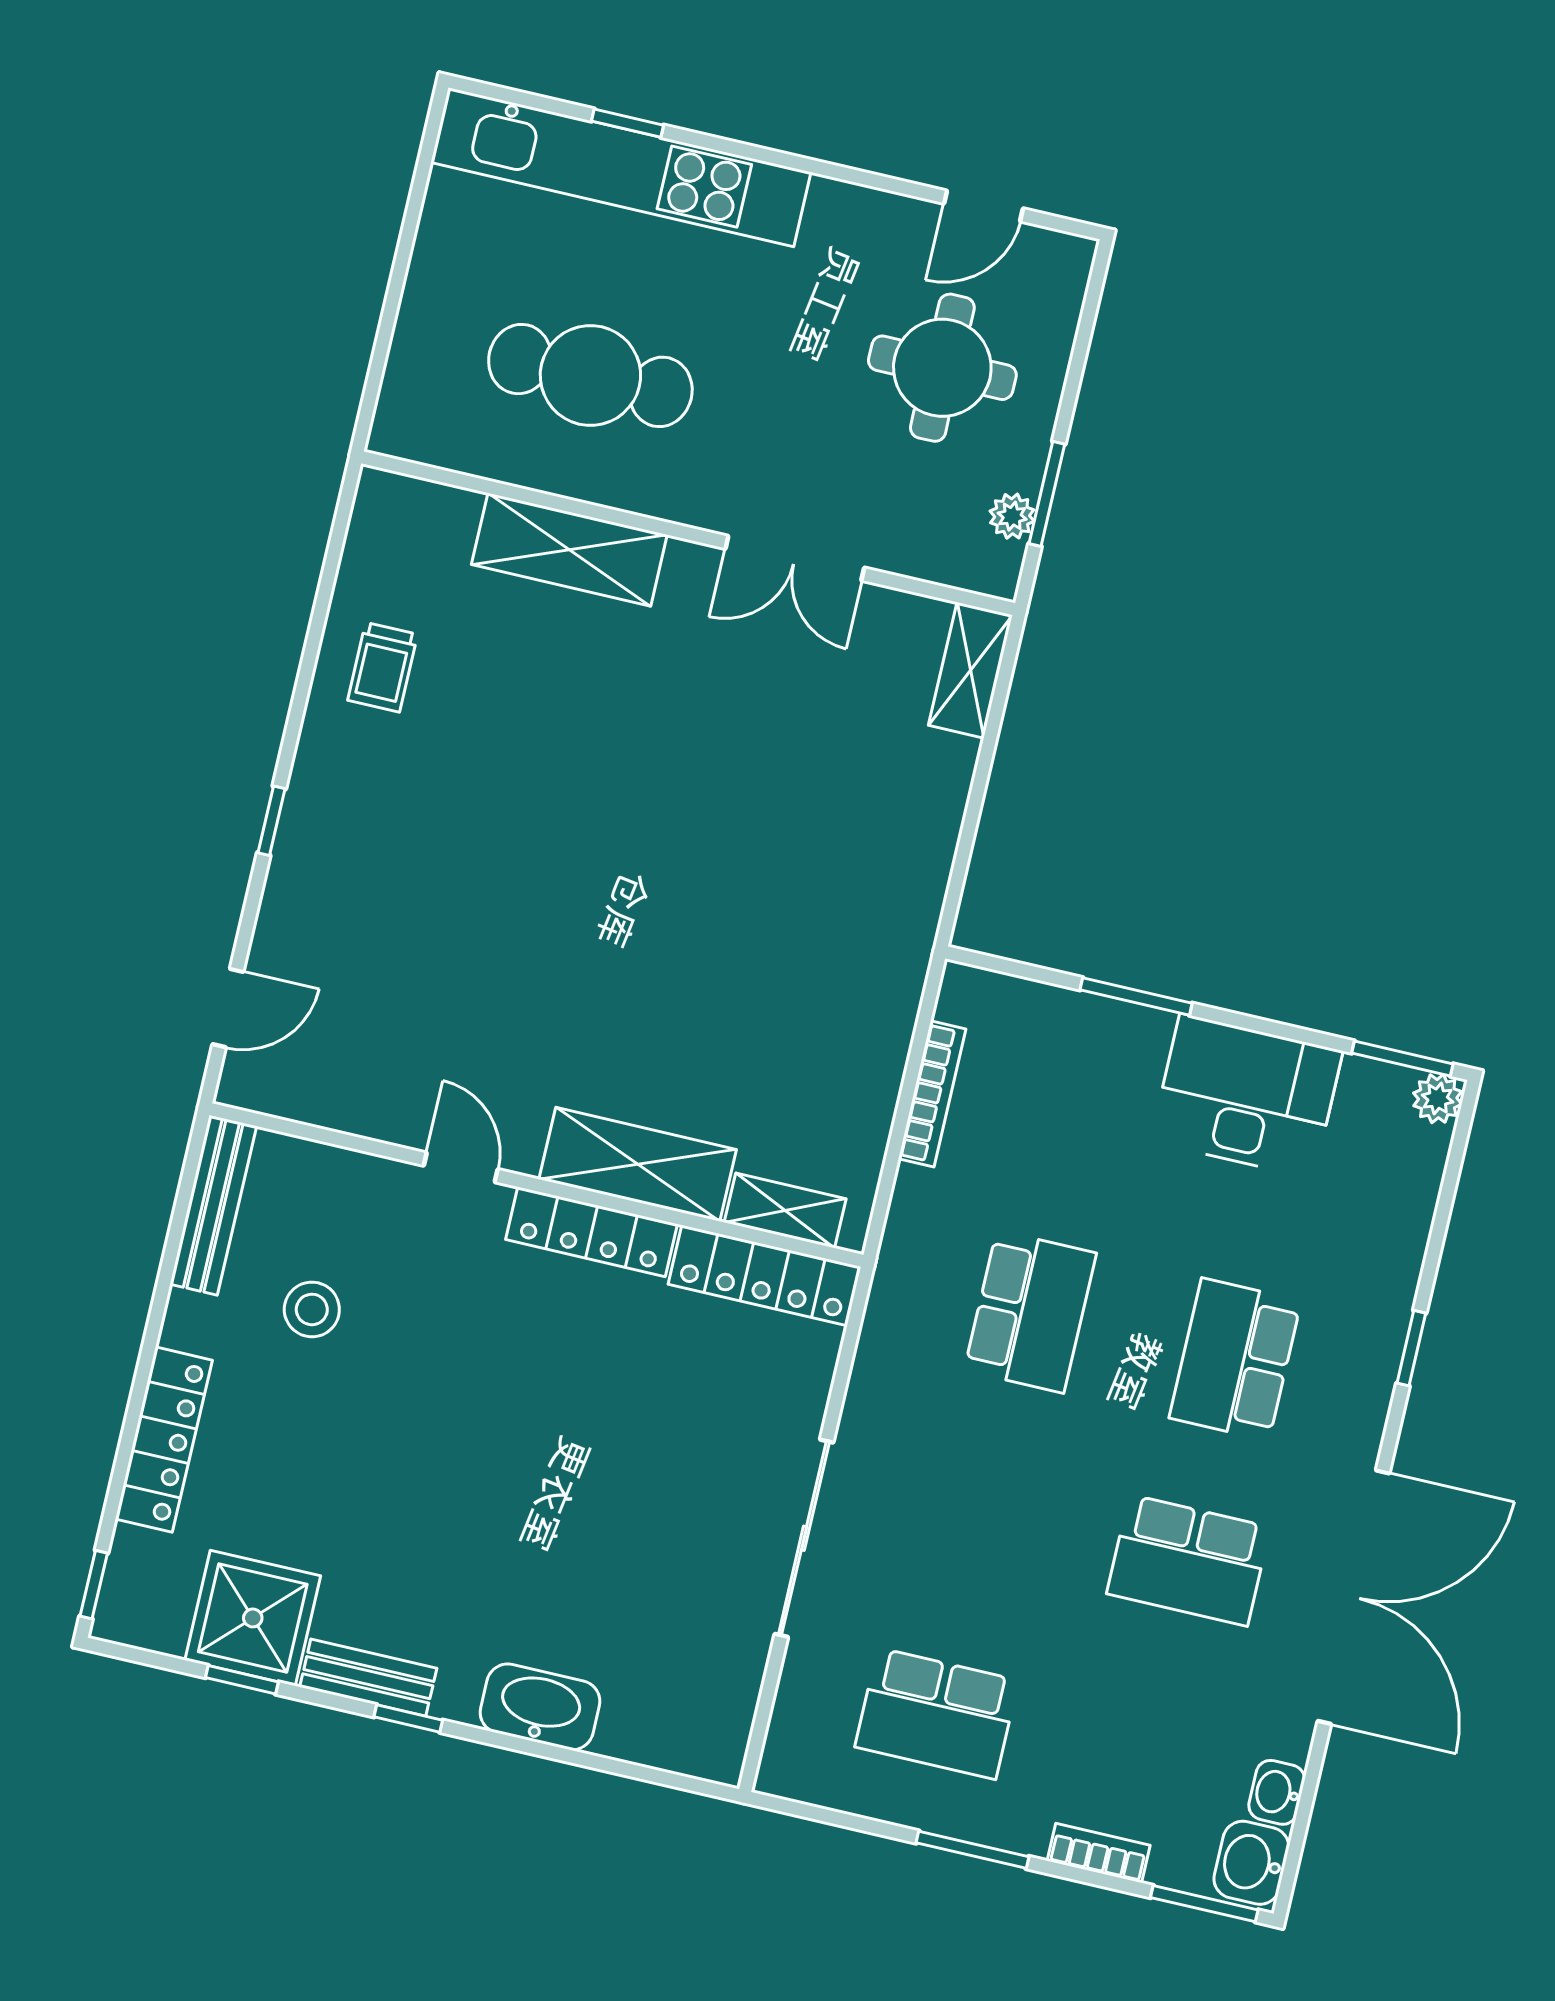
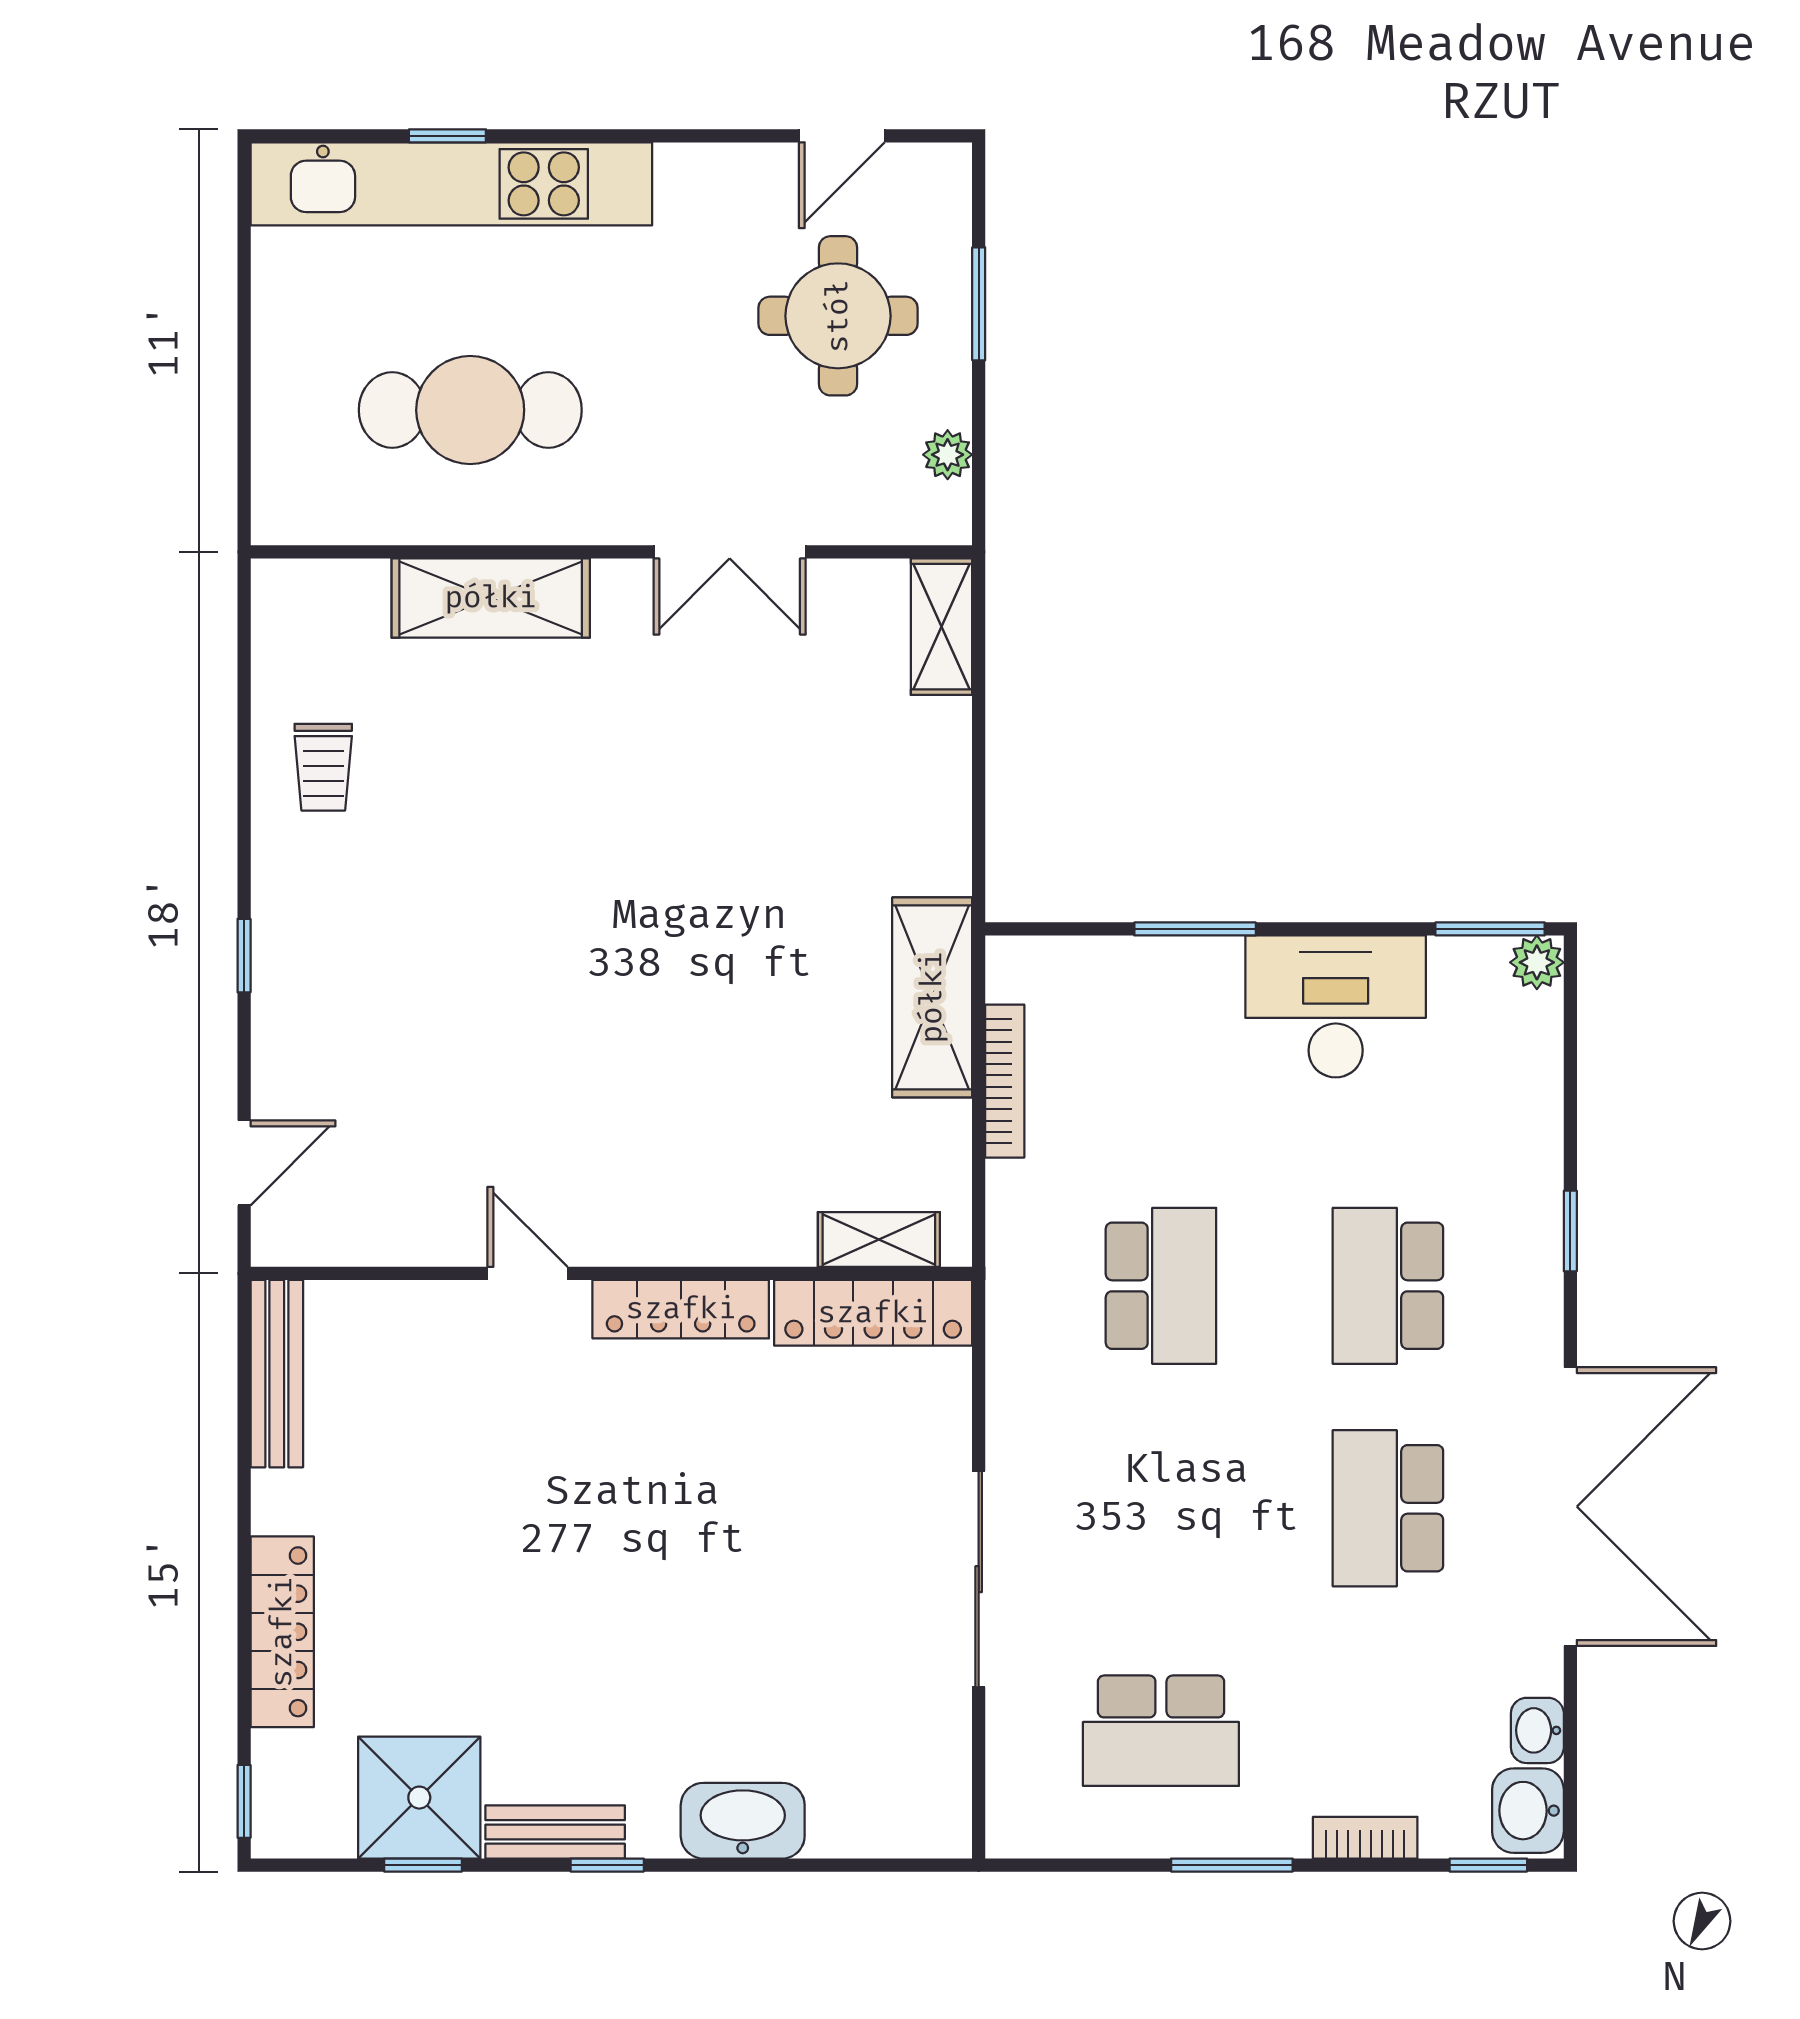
window: (1047, 494) -> (979, 304), moved
shelving: (638, 1164) -> (932, 997), moved, turned 90
stool: (312, 1309) -> (406, 1459), removed
school desk: (1188, 1560) -> (1388, 1508), turned 90
window: (1204, 1904) -> (1488, 1865), width x0.67

